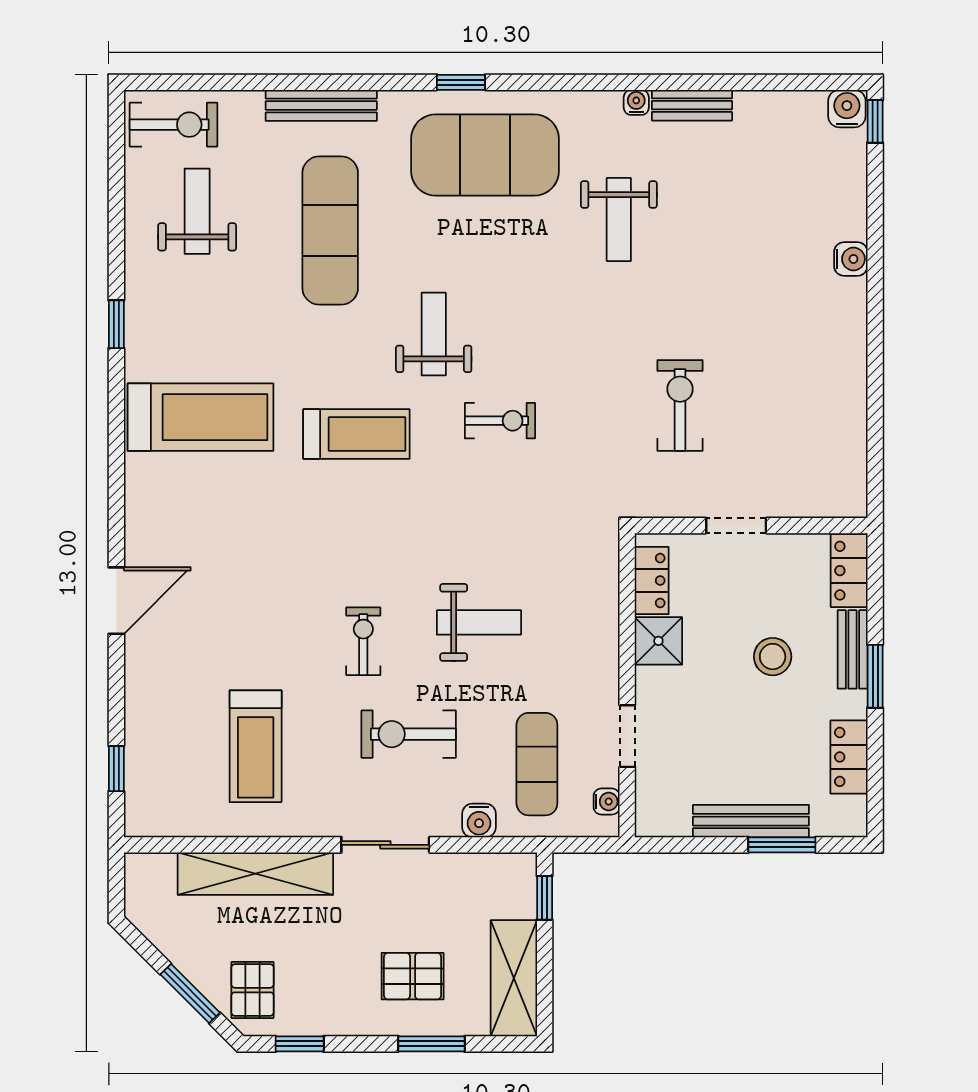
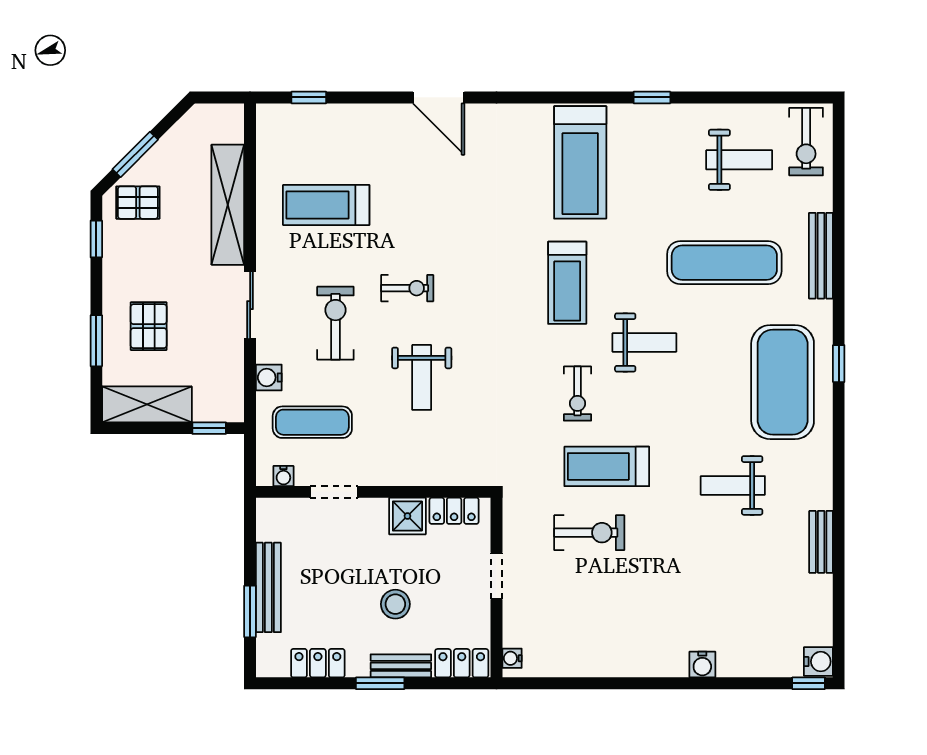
water cooler: (636, 102) -> (512, 658), moved, turned 180
treadmill: (594, 383) -> (607, 466), added

